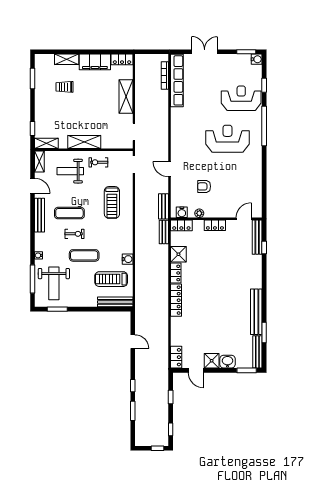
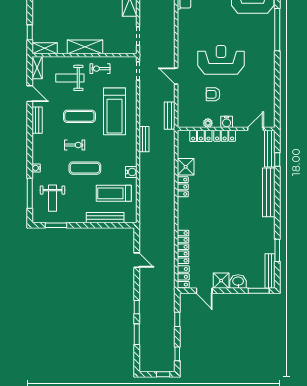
reception desk: (227, 139) -> (221, 60), moved
treadmill: (112, 202) -> (115, 111), width x1.37, depth x1.38
water cooler: (182, 212) -> (227, 122), moved
exercise mat: (69, 213) -> (79, 116), moved
bench: (40, 215) -> (37, 120), width x0.73
locker: (181, 225) -> (201, 136), moved
bench: (164, 232) -> (144, 139), moved
weight bench: (54, 283) -> (52, 198), width x0.73, depth x0.75
locker: (176, 300) -> (183, 247), moved
bench: (115, 302) -> (105, 218), moved
bench: (256, 312) -> (269, 192), moved

